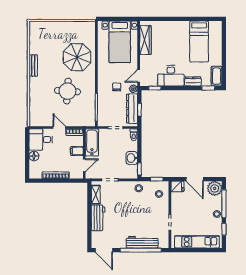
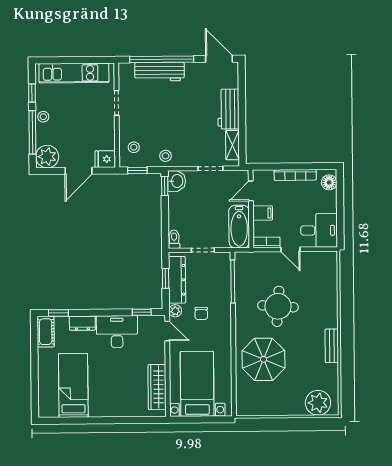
plant: (42, 29) -> (318, 403), added
door: (139, 76) -> (167, 331), hinge flipped
floor lamp: (34, 156) -> (329, 182), moved
washbasin: (132, 158) -> (177, 181), moved
door: (195, 179) -> (78, 171), swing flipped

